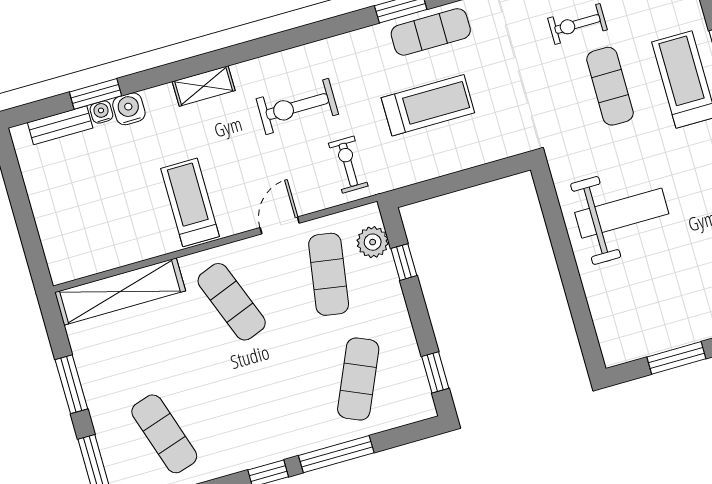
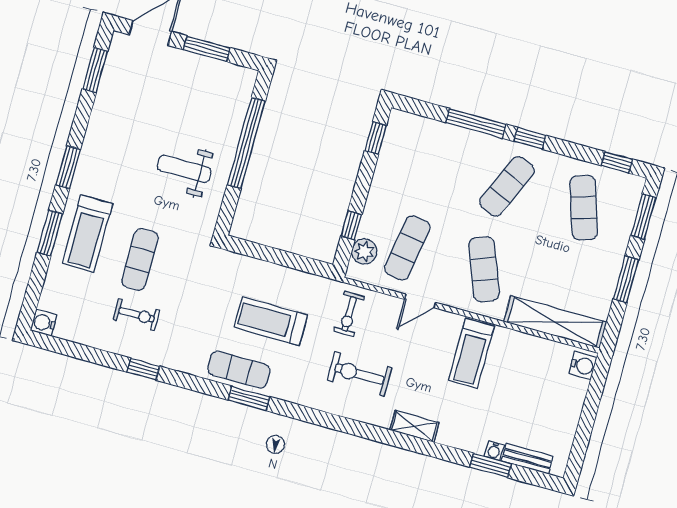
exercise bike: (297, 106) -> (359, 374), turned 180
water cooler: (129, 109) -> (583, 366), moved, turned -90
weight bench: (622, 213) -> (184, 169), width x0.73, depth x0.75
window: (572, 282) -> (246, 143), added
exercise mat: (358, 379) -> (507, 186), moved

